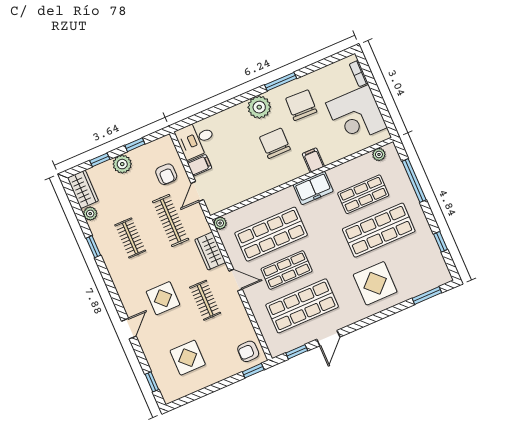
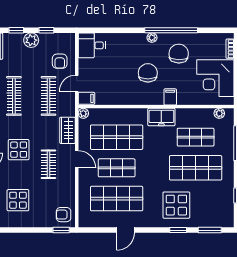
window: (281, 82) -> (171, 30), width x2.11
plant: (259, 107) -> (152, 38), width x0.53, depth x0.53
filing cabinet: (199, 165) -> (86, 98), moved
clothes rail: (130, 238) -> (14, 96), width x1.36
window: (297, 352) -> (178, 230), moved

